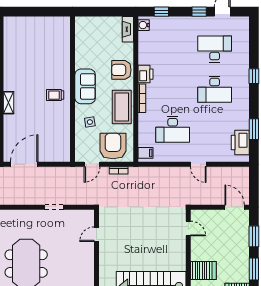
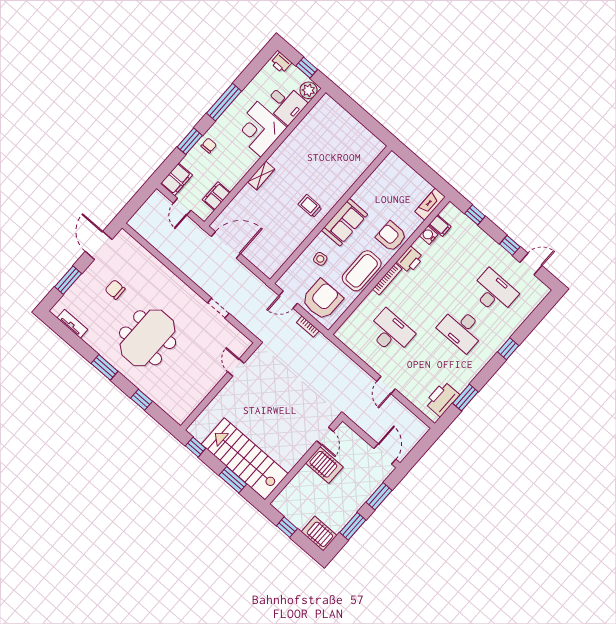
water cooler: (144, 25) -> (429, 235), moved
desk: (173, 129) -> (391, 332), turned 180
filing cabinet: (146, 153) -> (440, 226), moved
door: (96, 234) -> (236, 367), hinge flipped
server rack: (203, 270) -> (324, 465), moved

